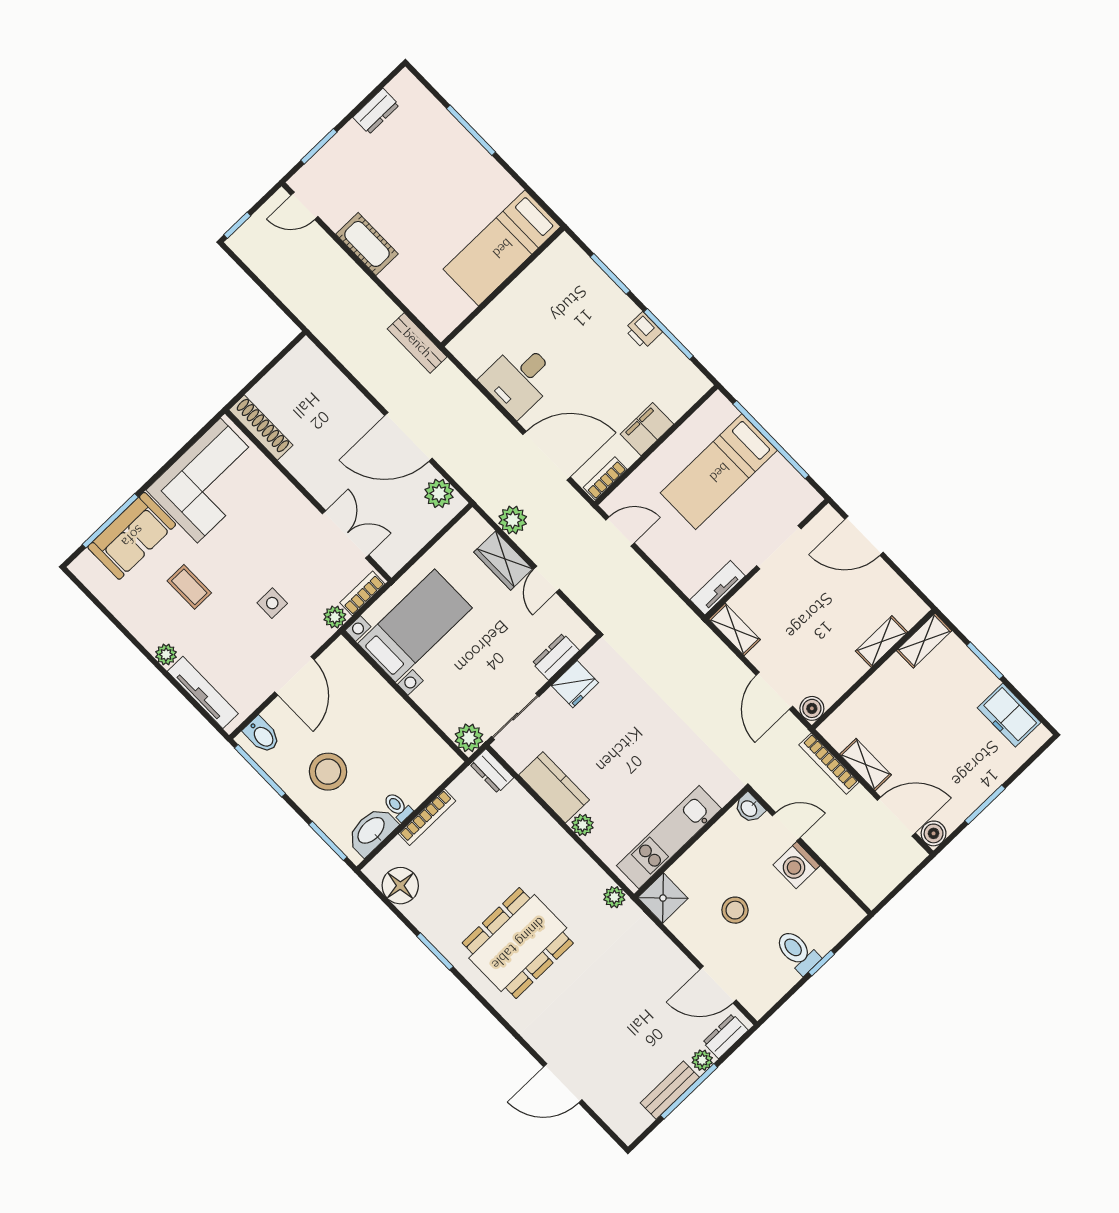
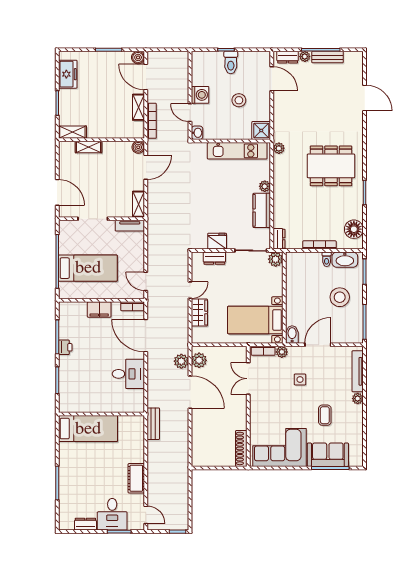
desk: (352, 161) -> (112, 514), added
plant: (513, 520) -> (181, 361), moved
bidet: (262, 735) -> (292, 334), moved

